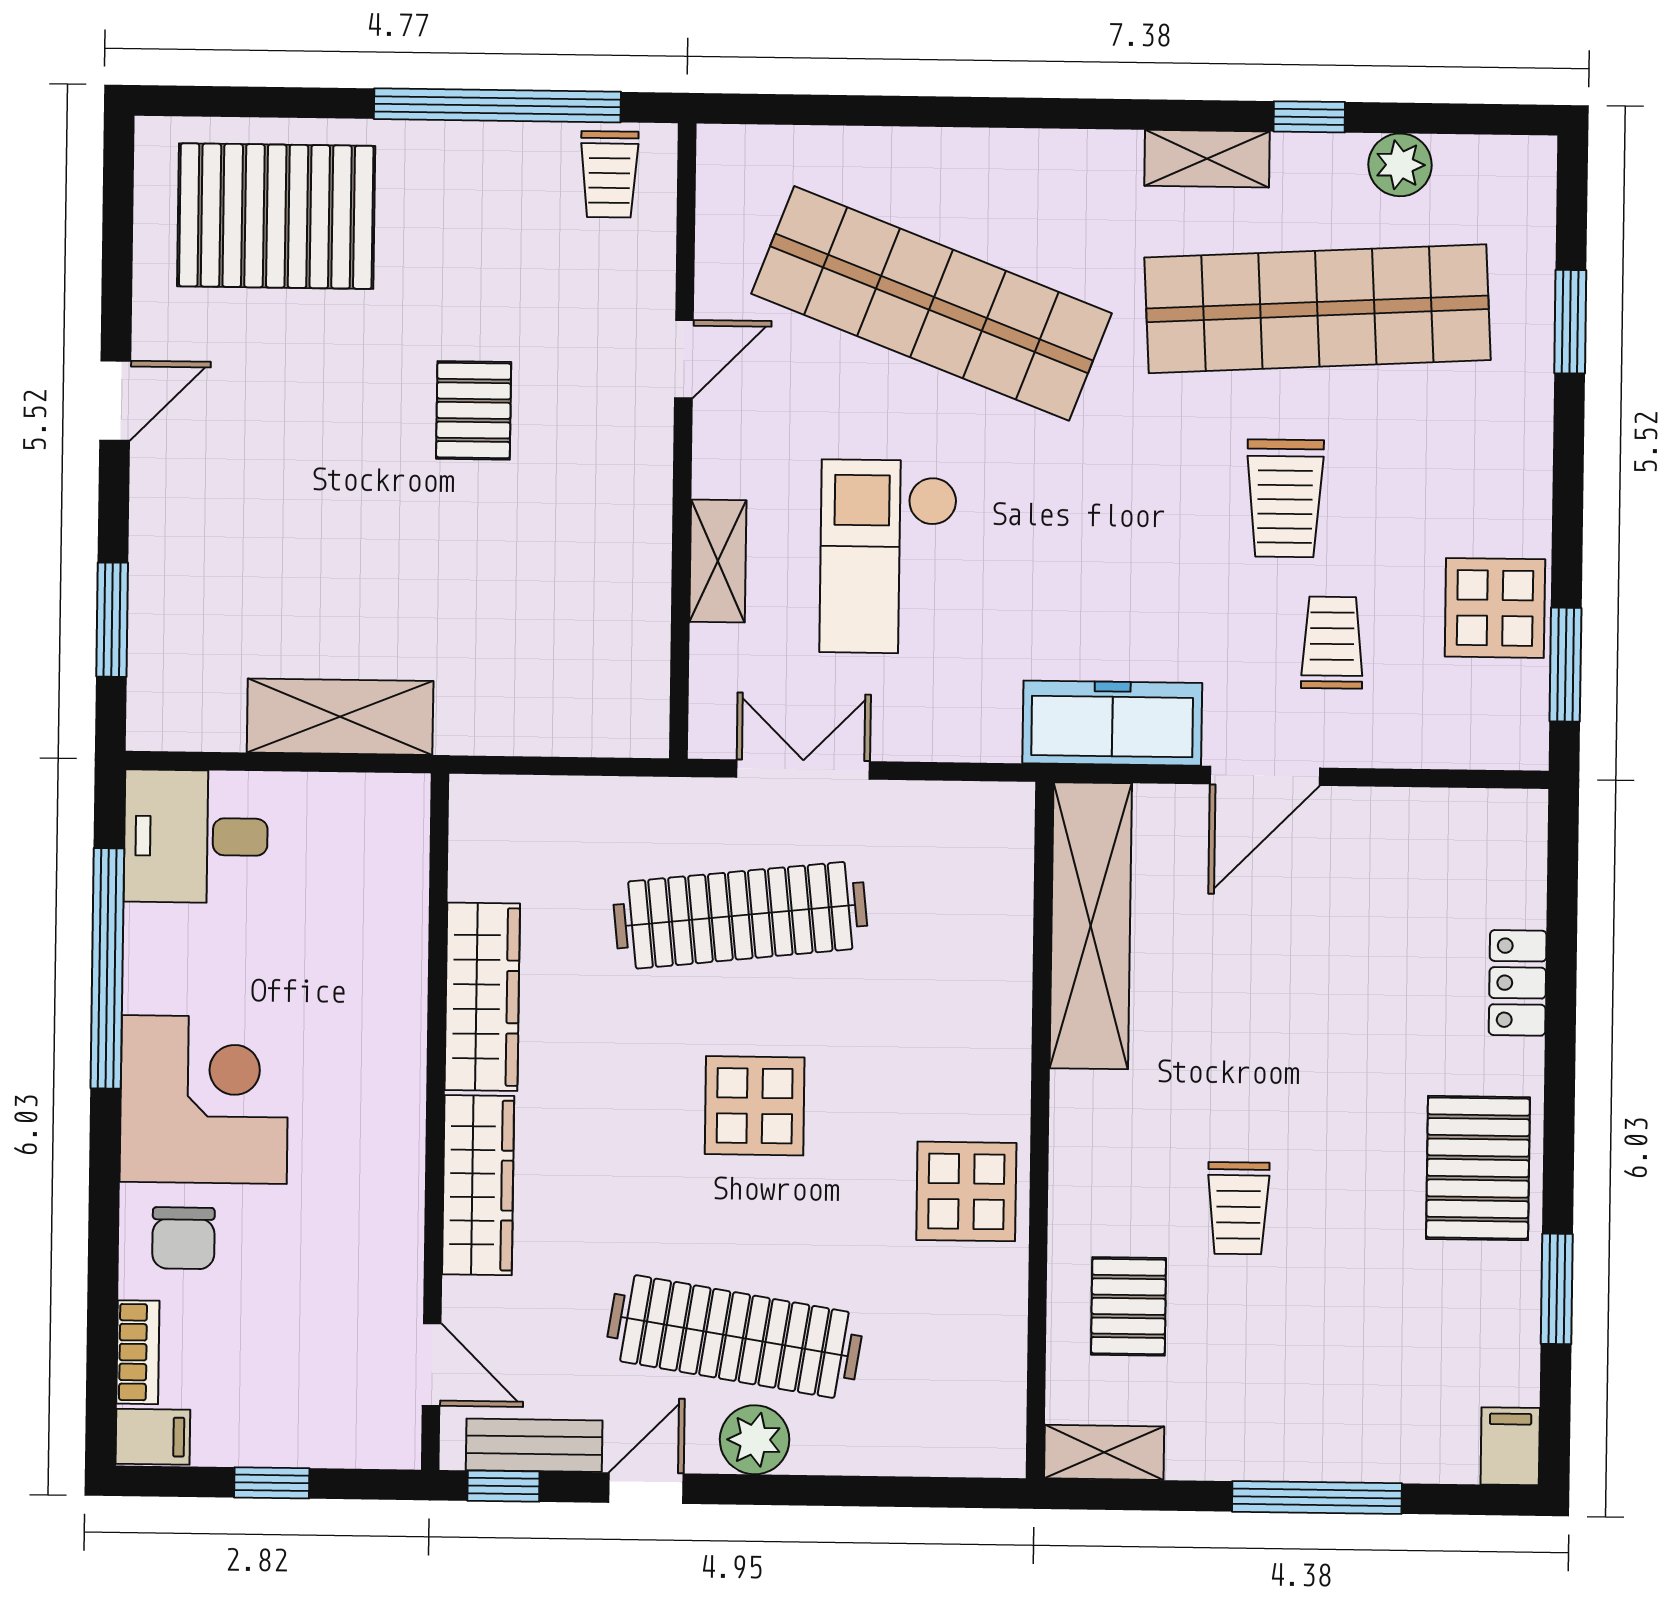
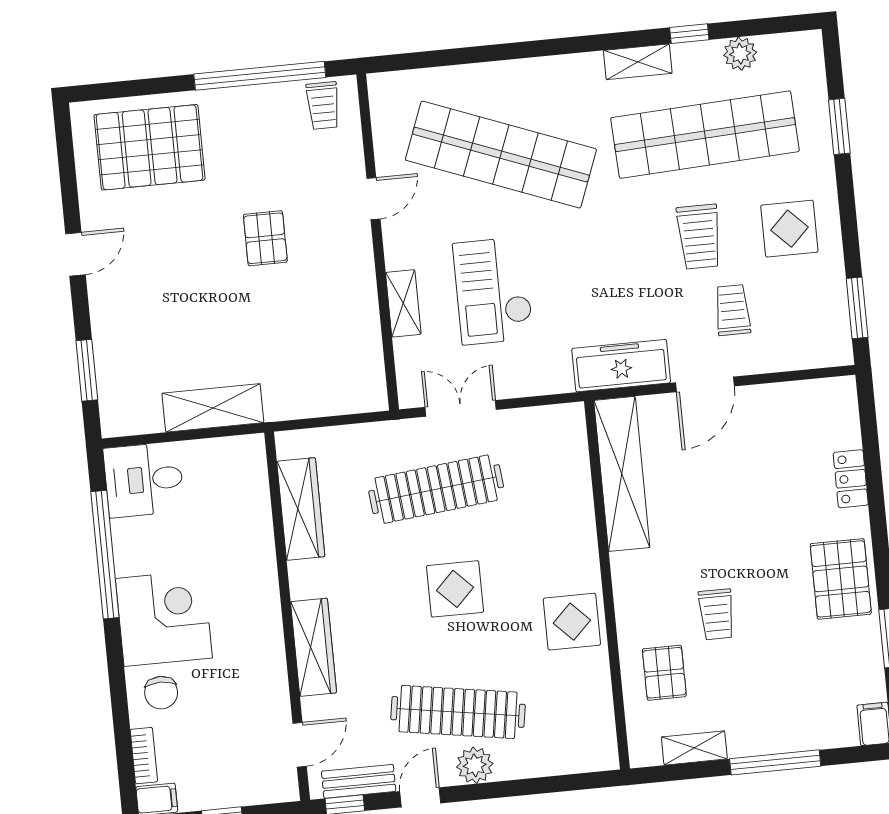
display table: (1495, 608) -> (789, 229), moved
wardrobe: (482, 997) -> (301, 509), moved
door: (432, 1364) -> (300, 745), hinge flipped
shelving: (1104, 1452) -> (694, 748), moved

